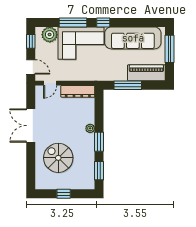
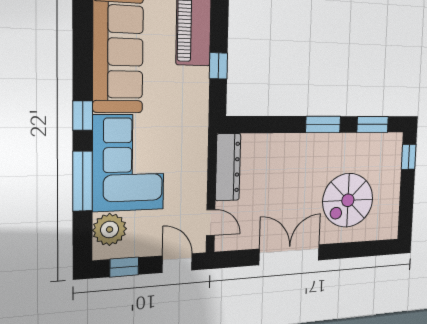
door: (31, 67) -> (177, 263), hinge flipped
window: (128, 85) -> (218, 66), width x0.46
double door: (31, 126) -> (290, 255), swing flipped
plant: (90, 128) -> (299, 142), removed
window: (64, 194) -> (409, 157), moved

